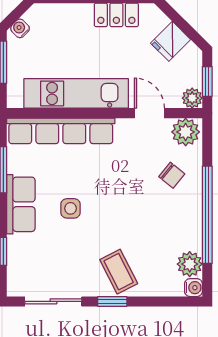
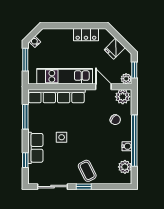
row of seats: (21, 204) -> (35, 148), moved
water cooler: (193, 288) -> (127, 146), moved

